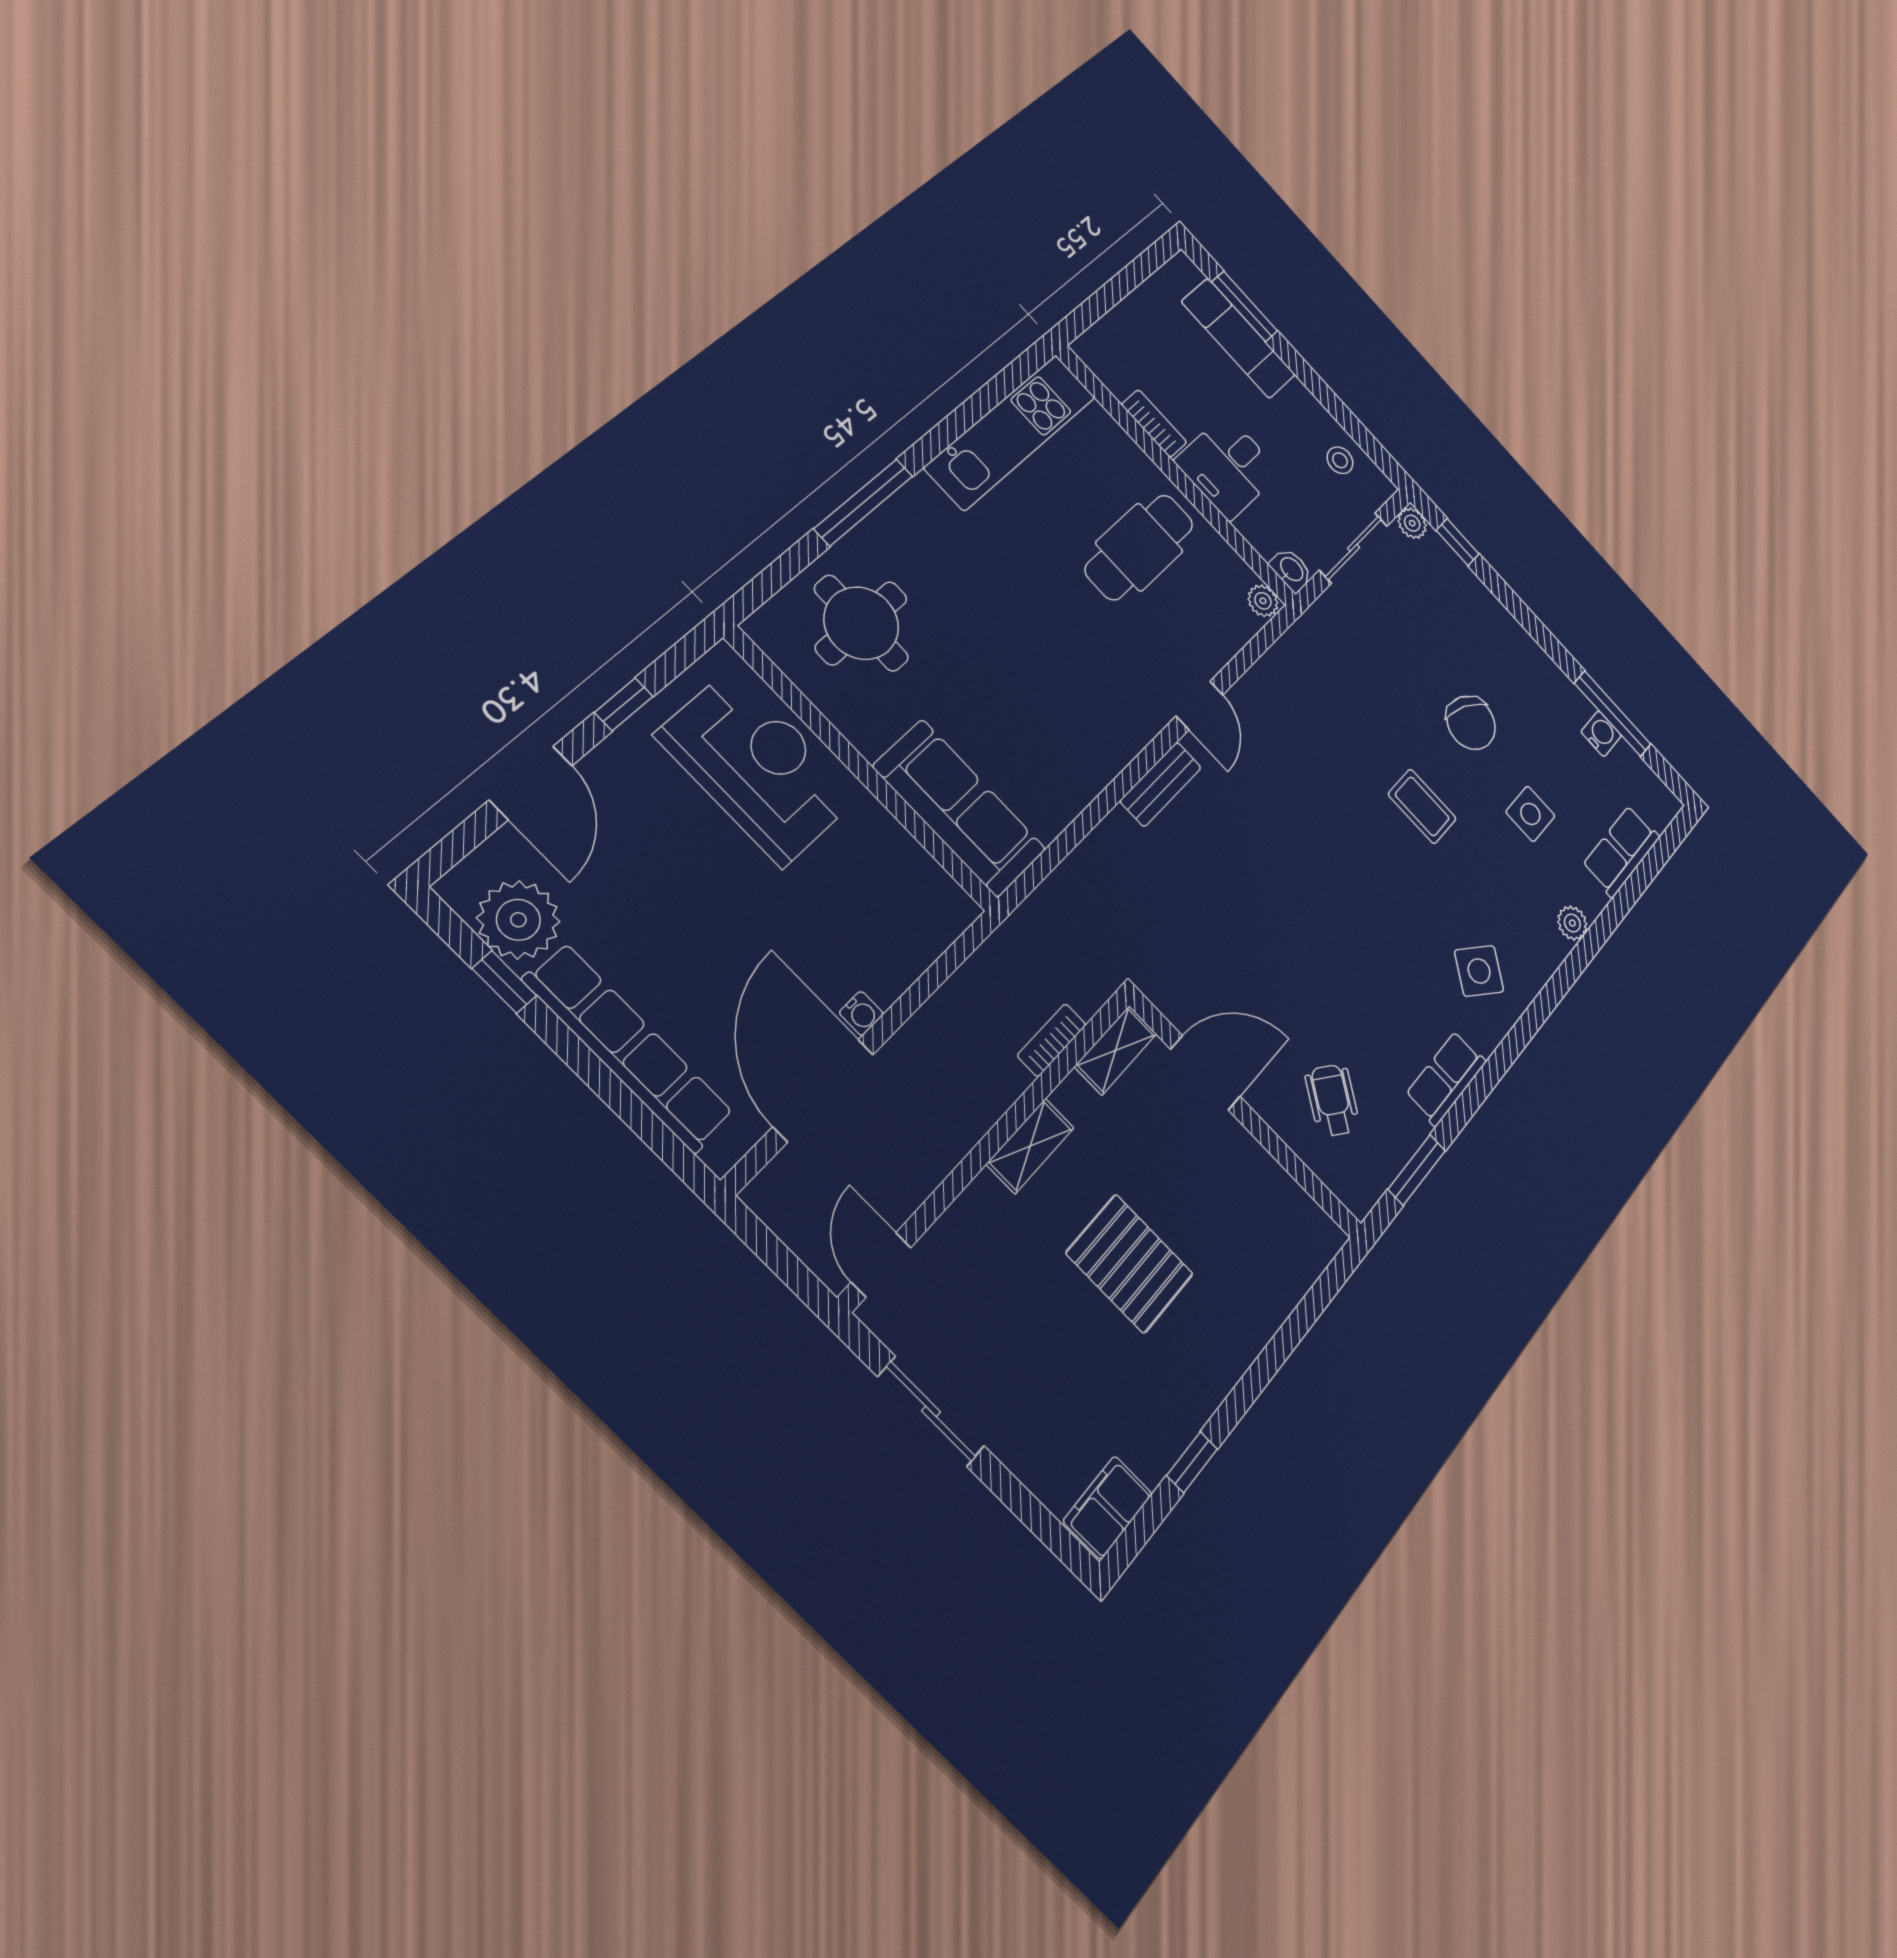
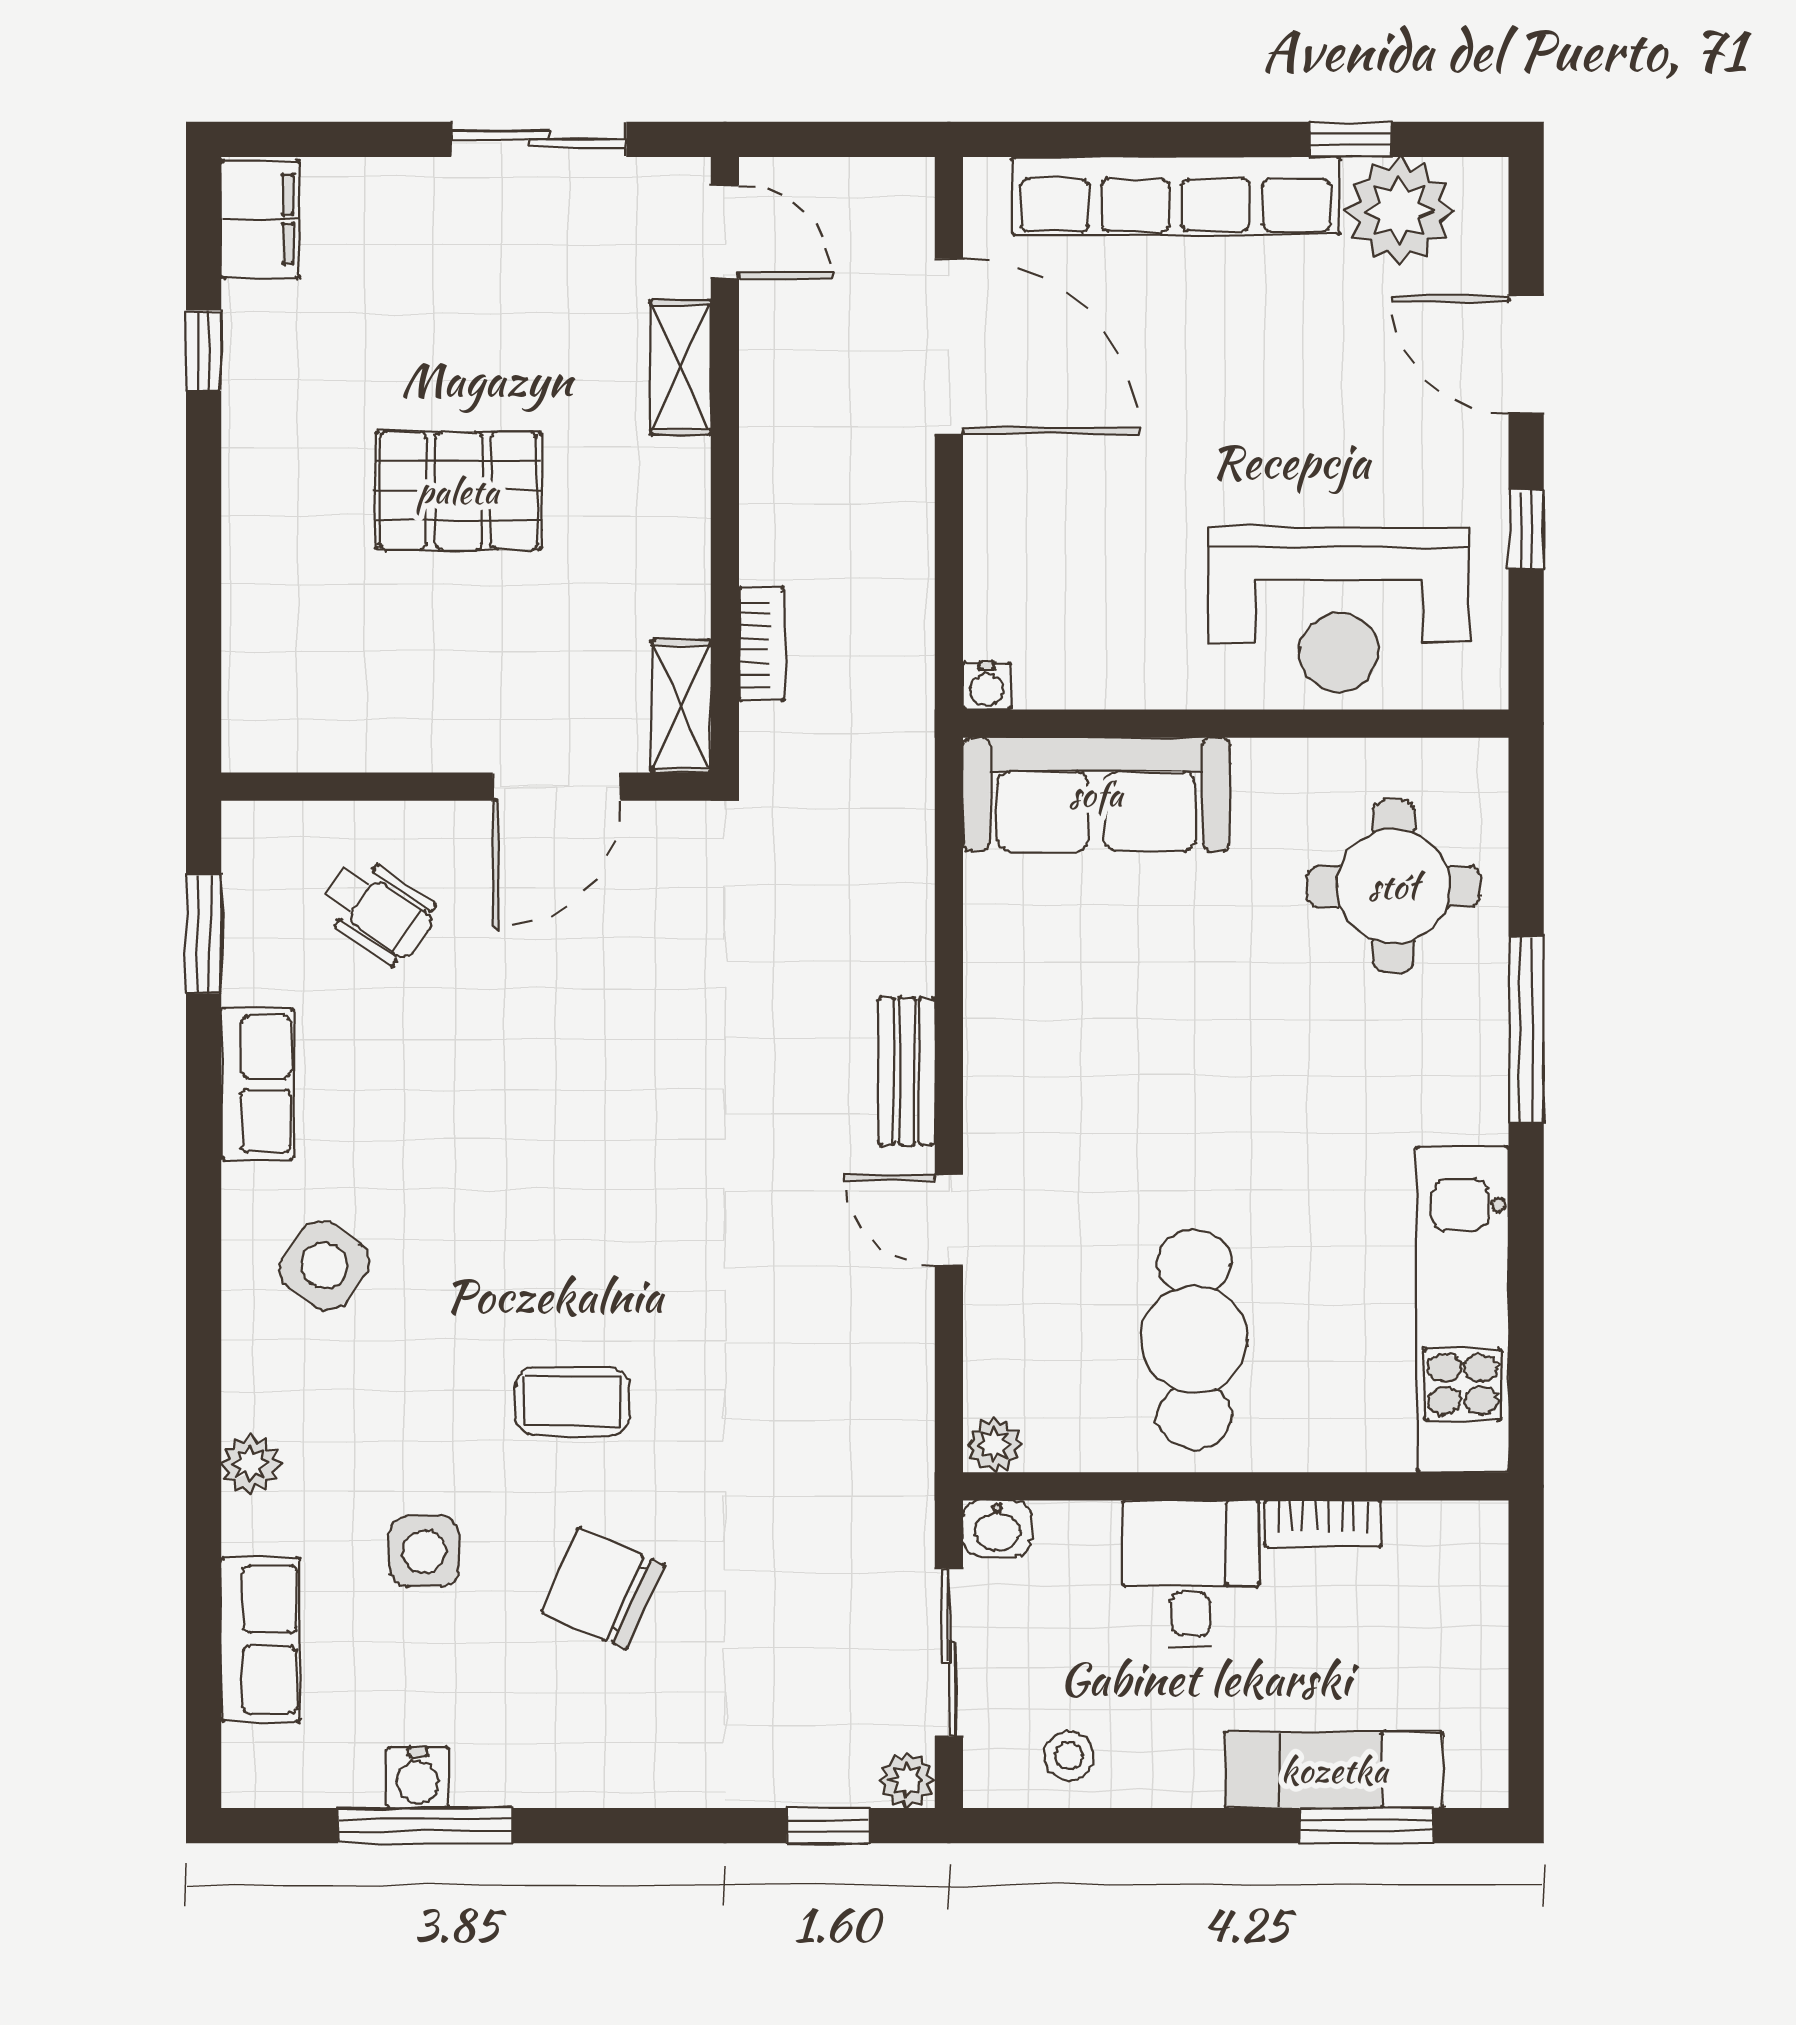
water cooler: (861, 1013) -> (987, 686), moved, turned -90
shelving: (1030, 1146) -> (681, 367), moved

